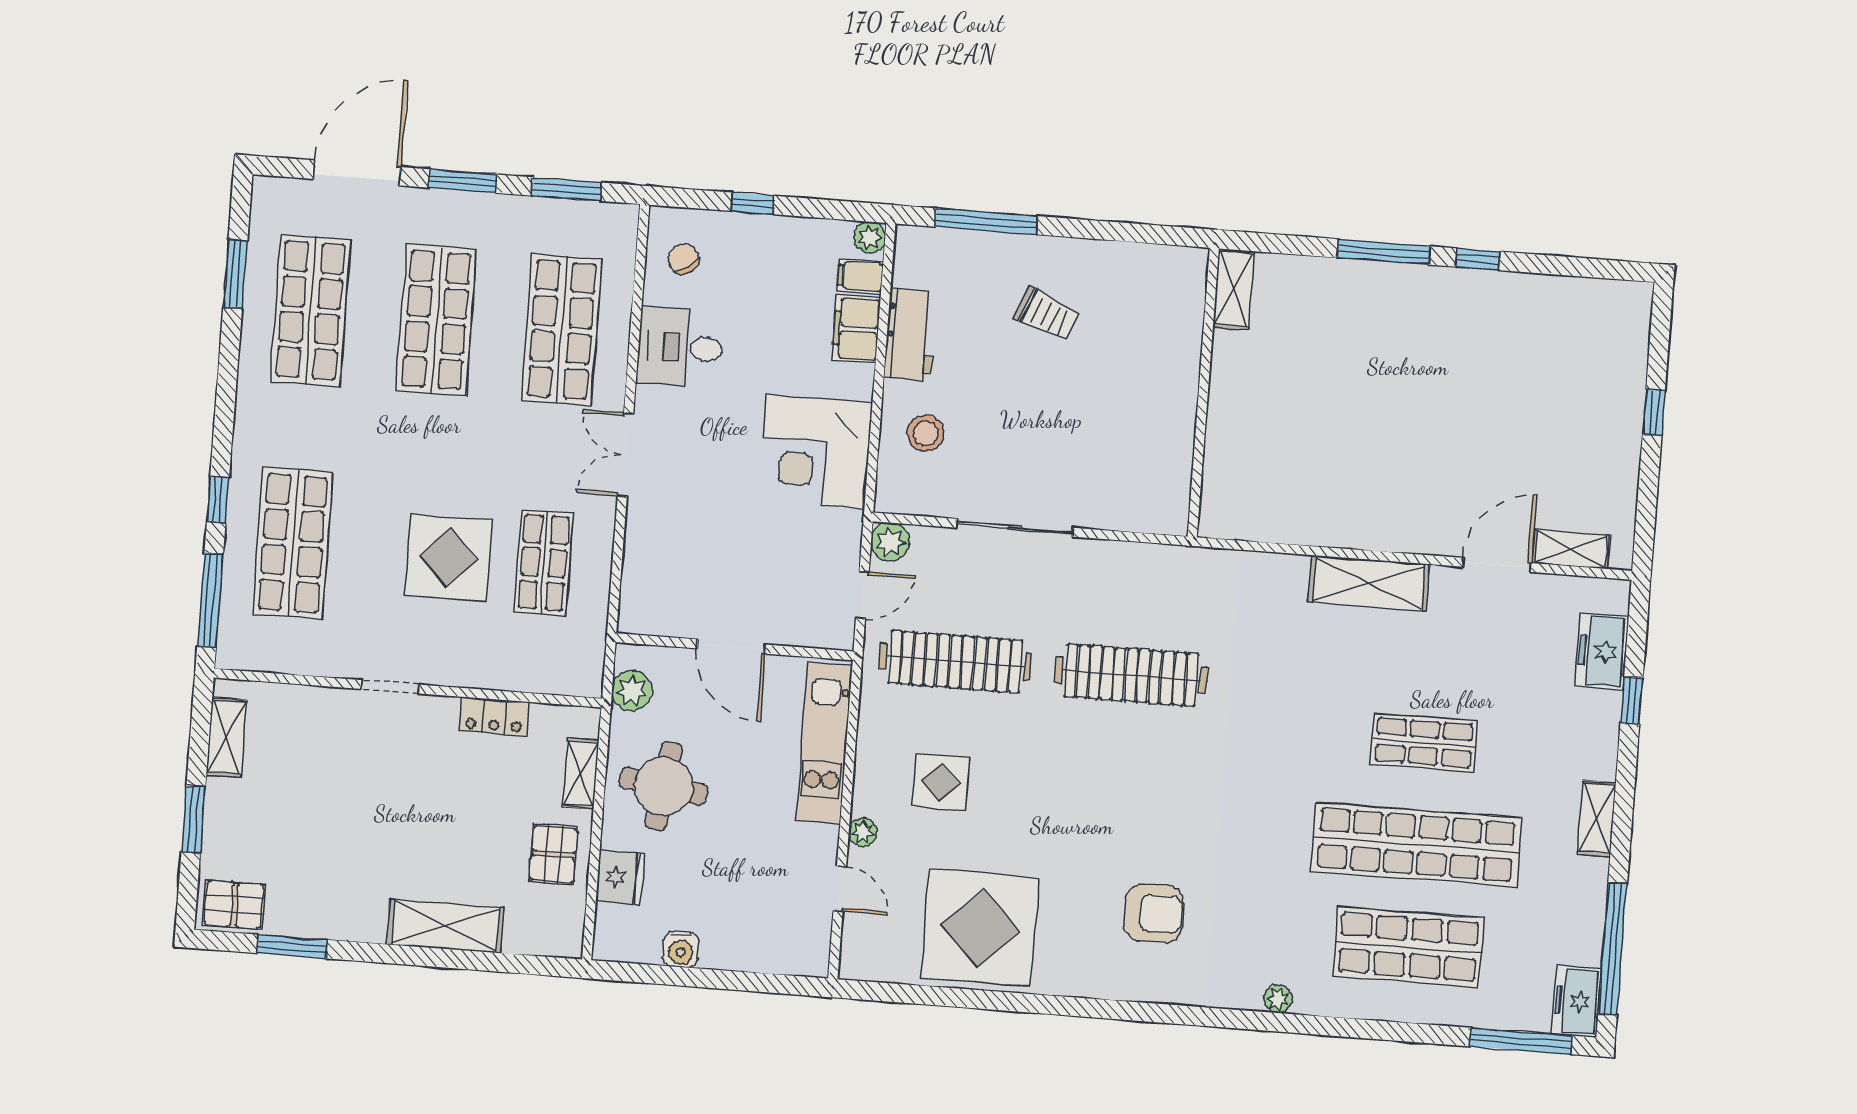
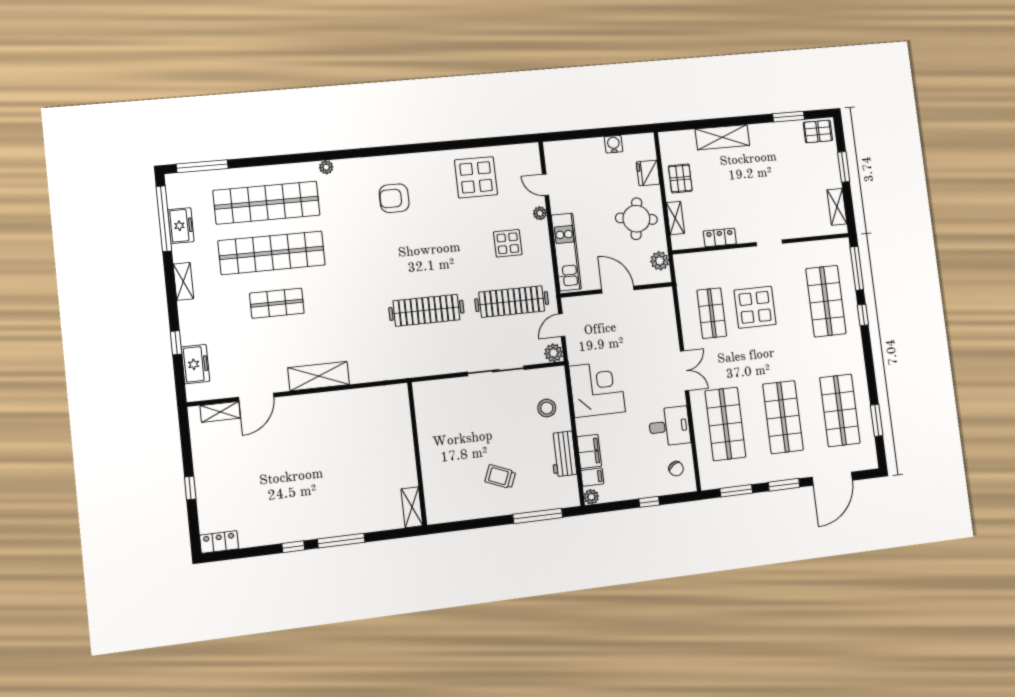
locker: (1617, 297) -> (219, 542), added
display table: (980, 928) -> (476, 177), width x0.73, depth x0.73
shop shelf: (1408, 947) -> (267, 203), width x1.40
freezer: (1577, 1001) -> (181, 226), moved

